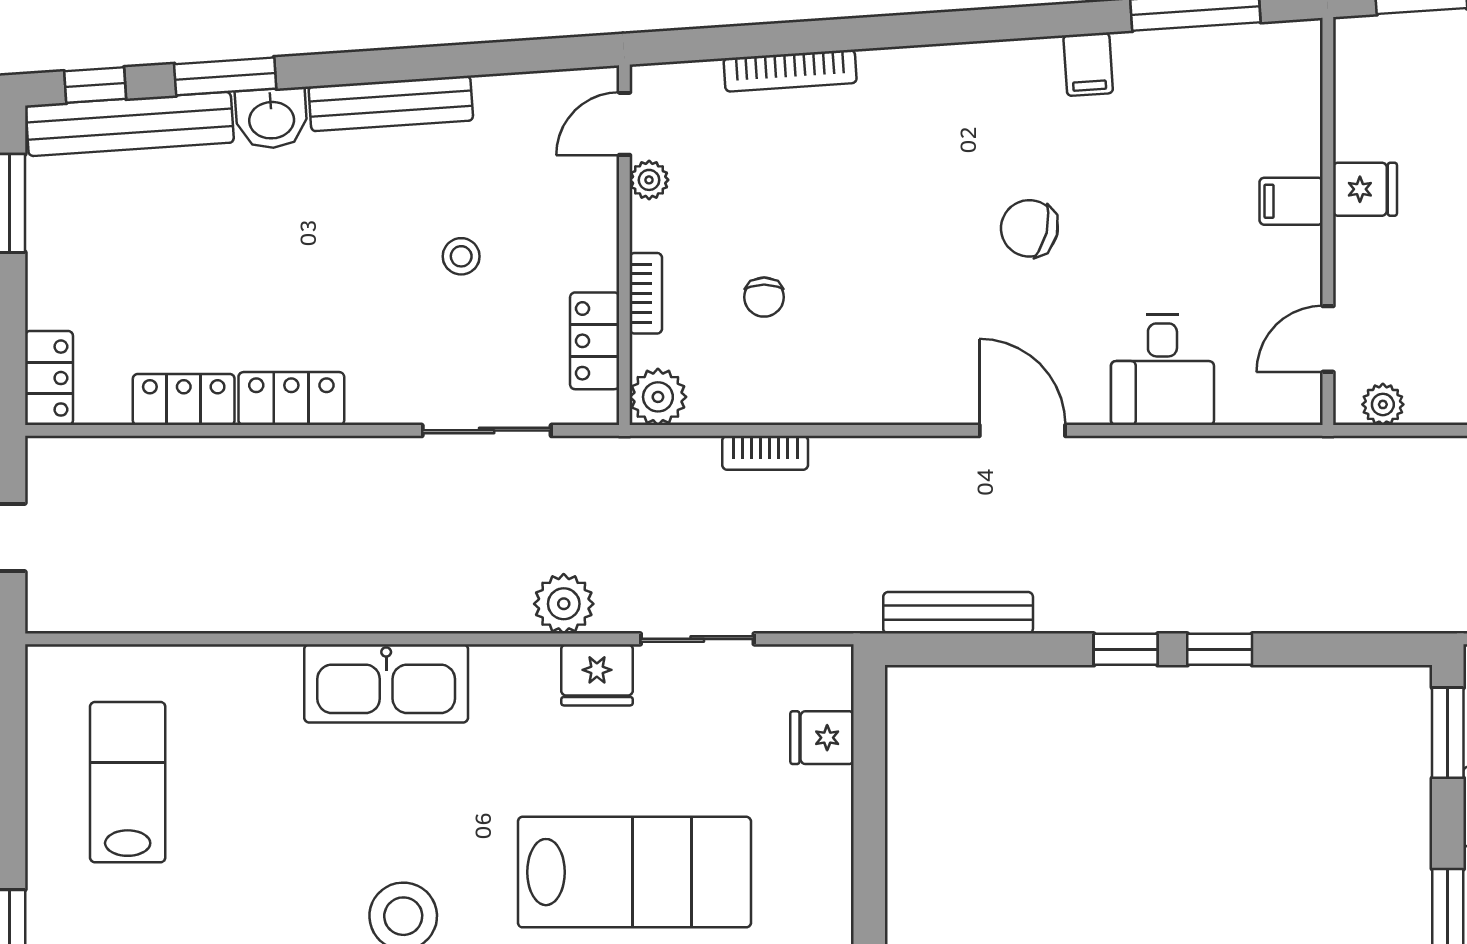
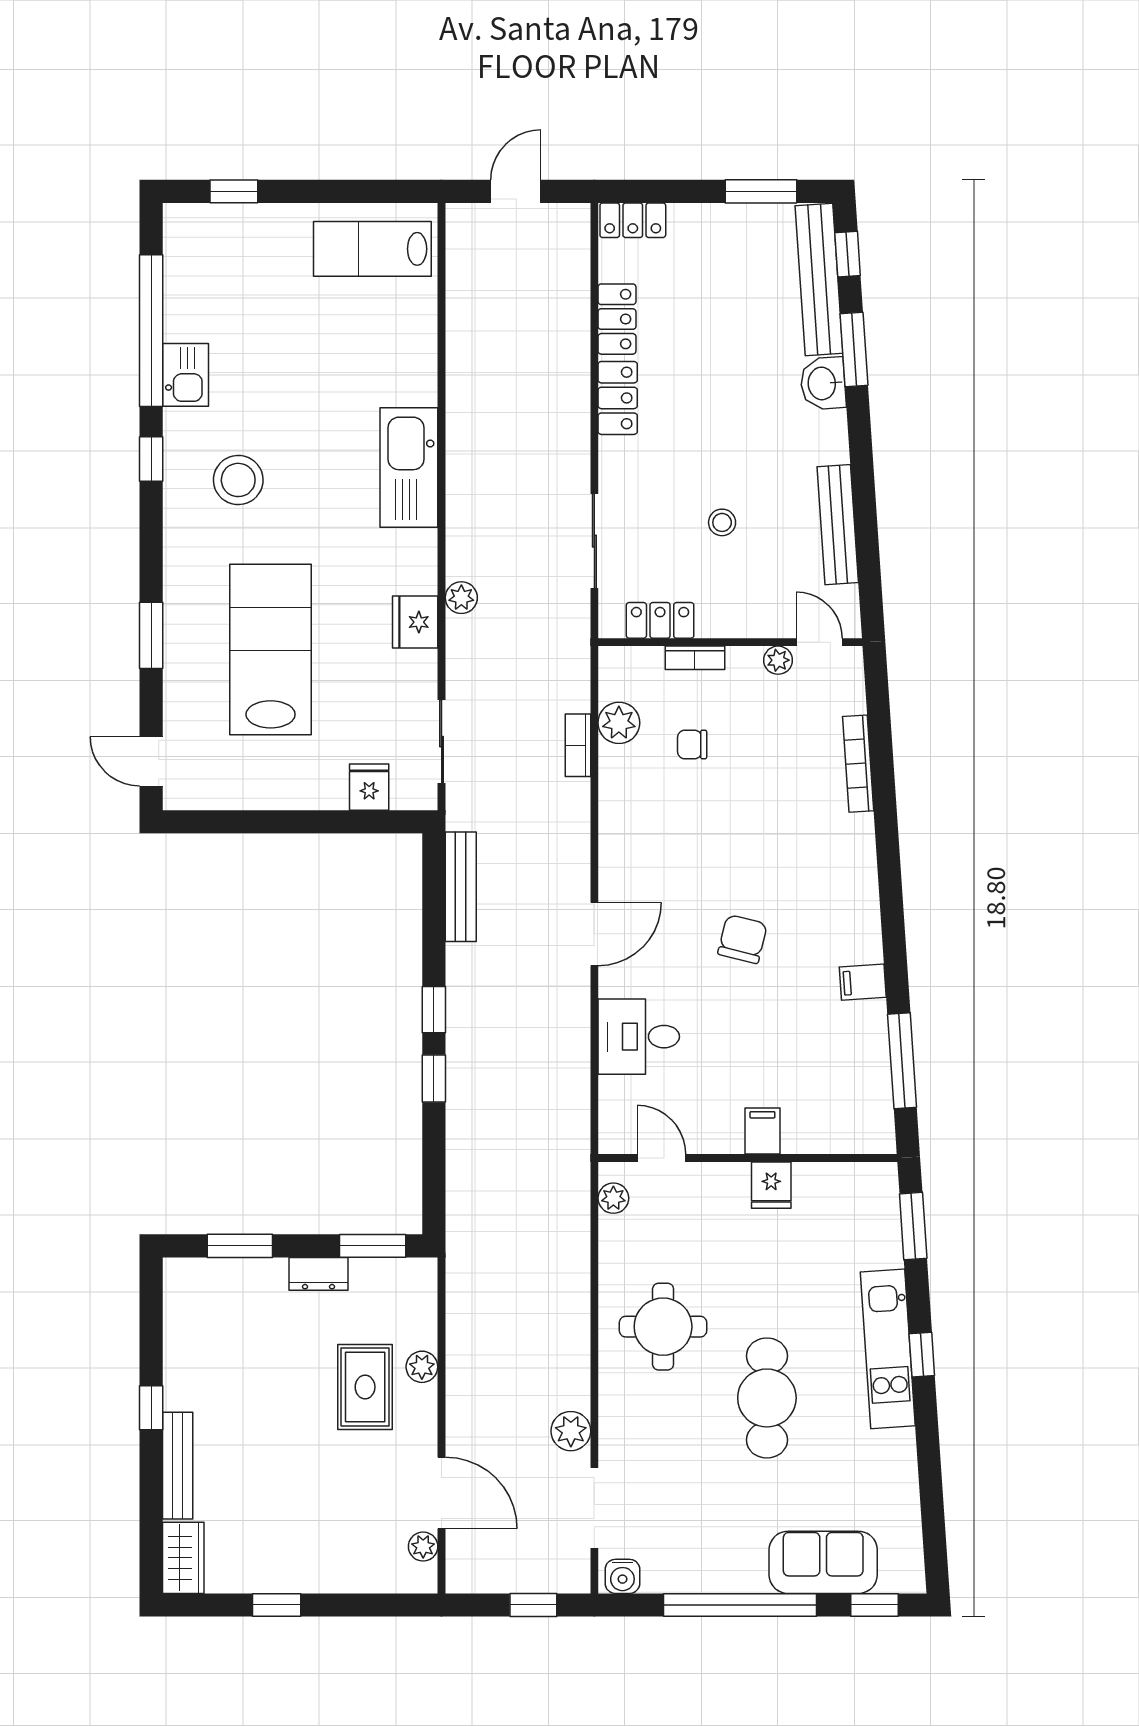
bench: (391, 103) -> (838, 525), moved
plant: (658, 397) -> (619, 723), moved
plant: (564, 604) -> (461, 598), width x0.73, depth x0.73
sliding door: (697, 639) -> (442, 742), moved
lab bench: (128, 782) -> (372, 249), moved, turned 180
lab bench: (634, 872) -> (271, 650), turned 180

